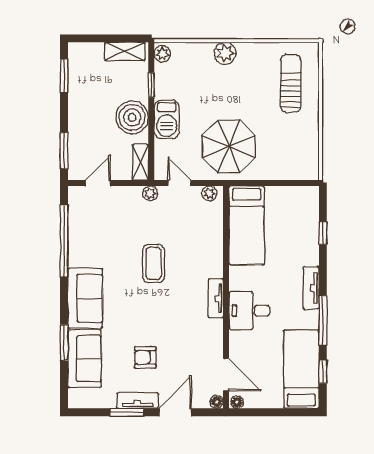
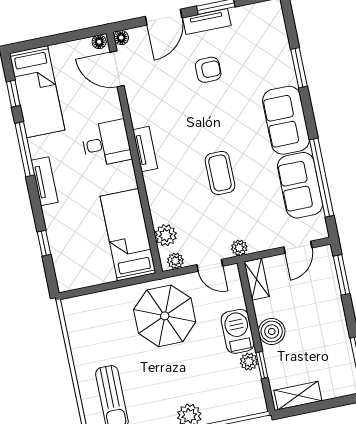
plant: (162, 54) -> (249, 362), moved
boiler: (132, 117) -> (272, 331), width x0.73, depth x0.73
plant: (213, 218) -> (166, 235), added
sofa: (85, 359) -> (300, 185), moved

